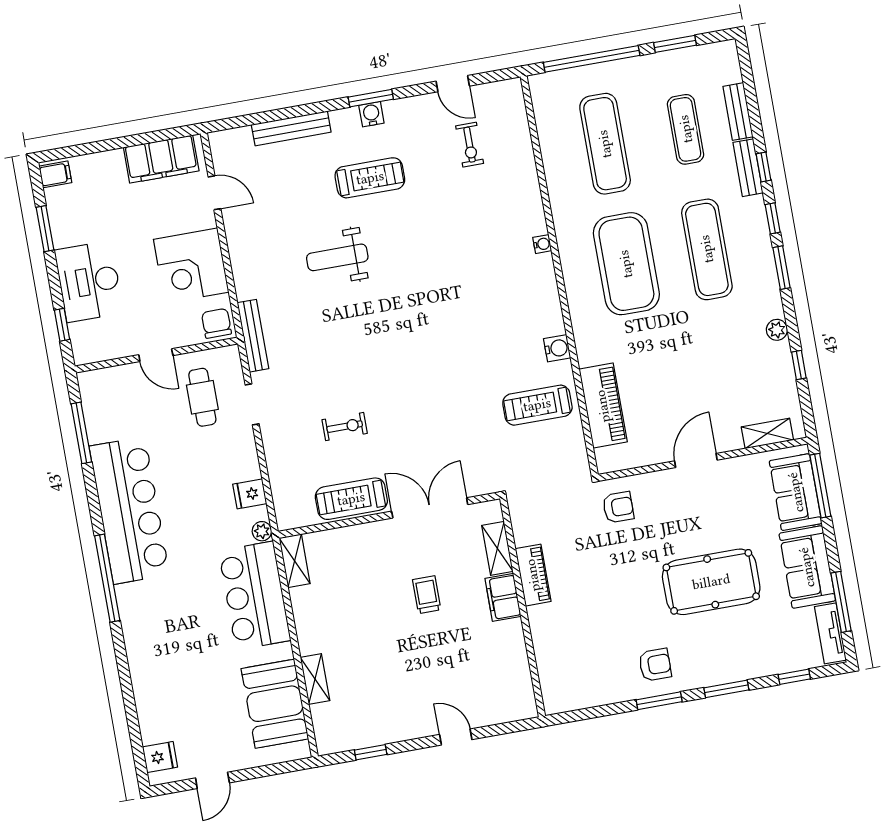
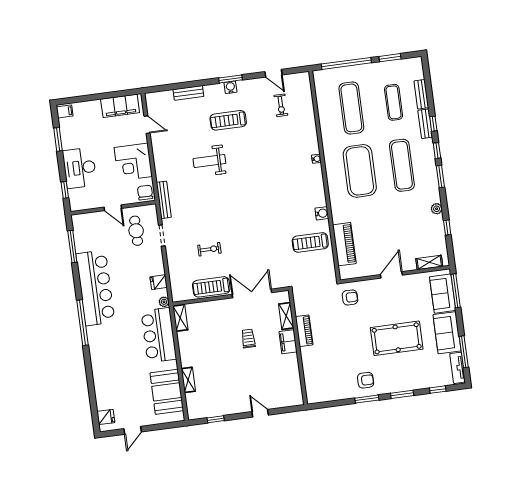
bench: (291, 128) -> (188, 93), width x0.73
treadmill: (370, 178) -> (228, 120), turned 180

